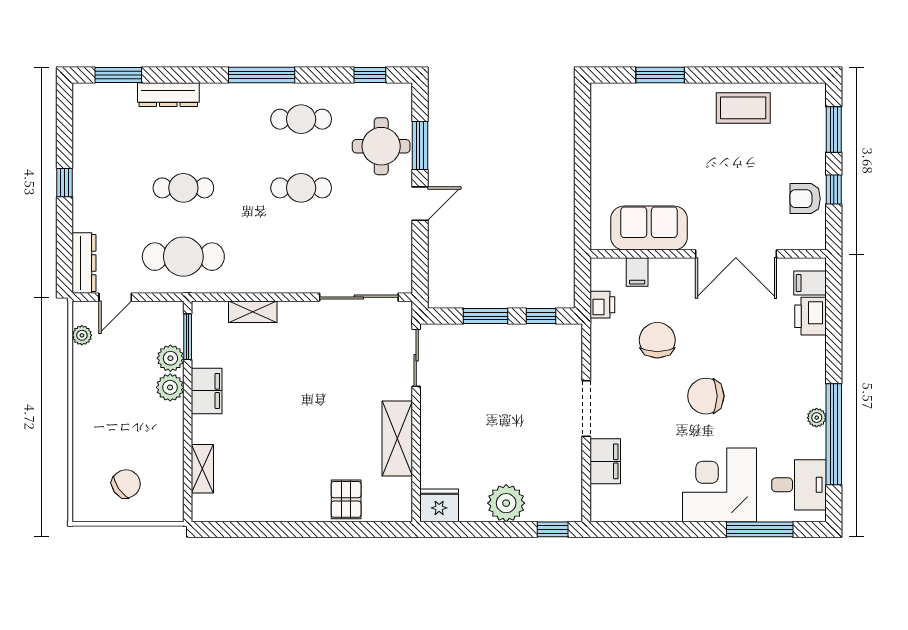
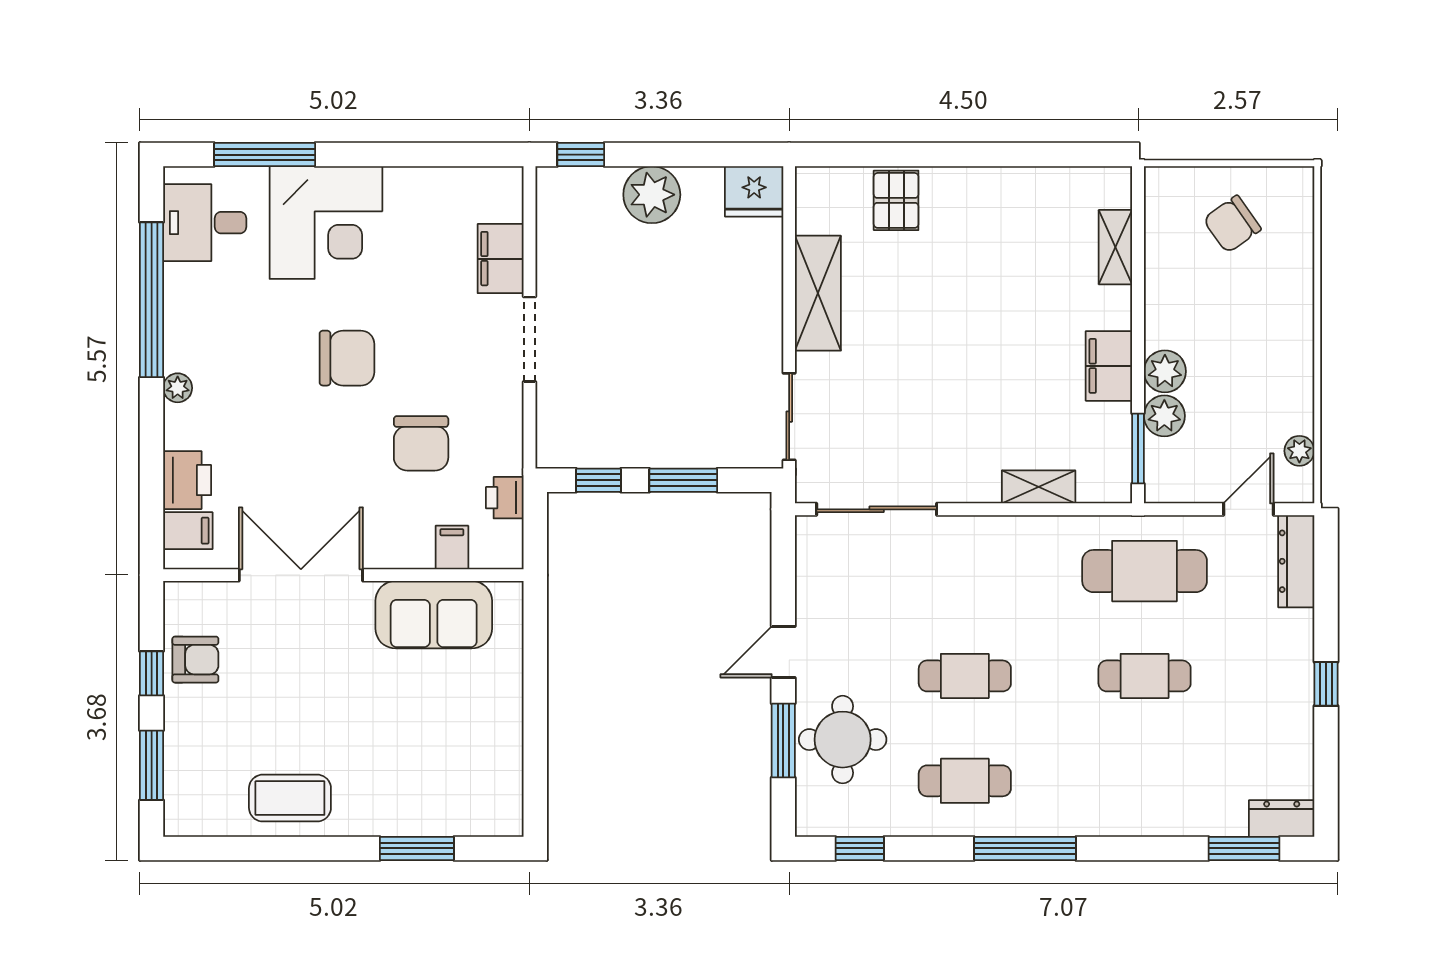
dresser: (168, 95) -> (1282, 818), moved, width x0.70
plant: (817, 418) -> (178, 388), moved

